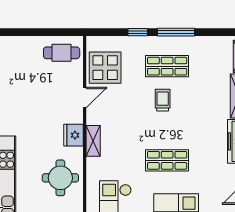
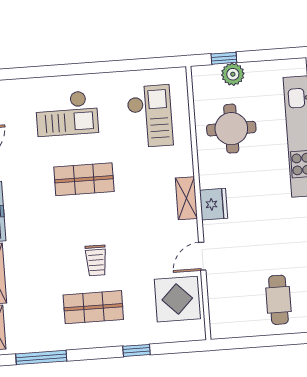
window: (176, 32) -> (41, 357), moved
cafe table: (62, 53) -> (278, 300), moved, turned 90
round table: (60, 178) -> (231, 129), moved

